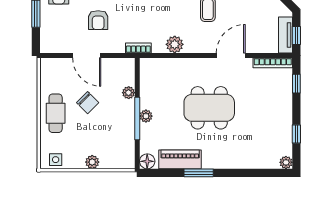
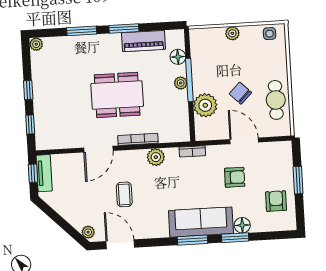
armchair: (98, 20) -> (235, 177), turned 90
bookcase: (273, 63) -> (138, 139), moved
plant: (129, 93) -> (205, 105), width x1.88, depth x1.88
cafe table: (56, 113) -> (276, 100), moved
window: (296, 134) -> (28, 90), moved
floor lamp: (147, 161) -> (178, 57), moved
window: (241, 173) -> (82, 31), added

